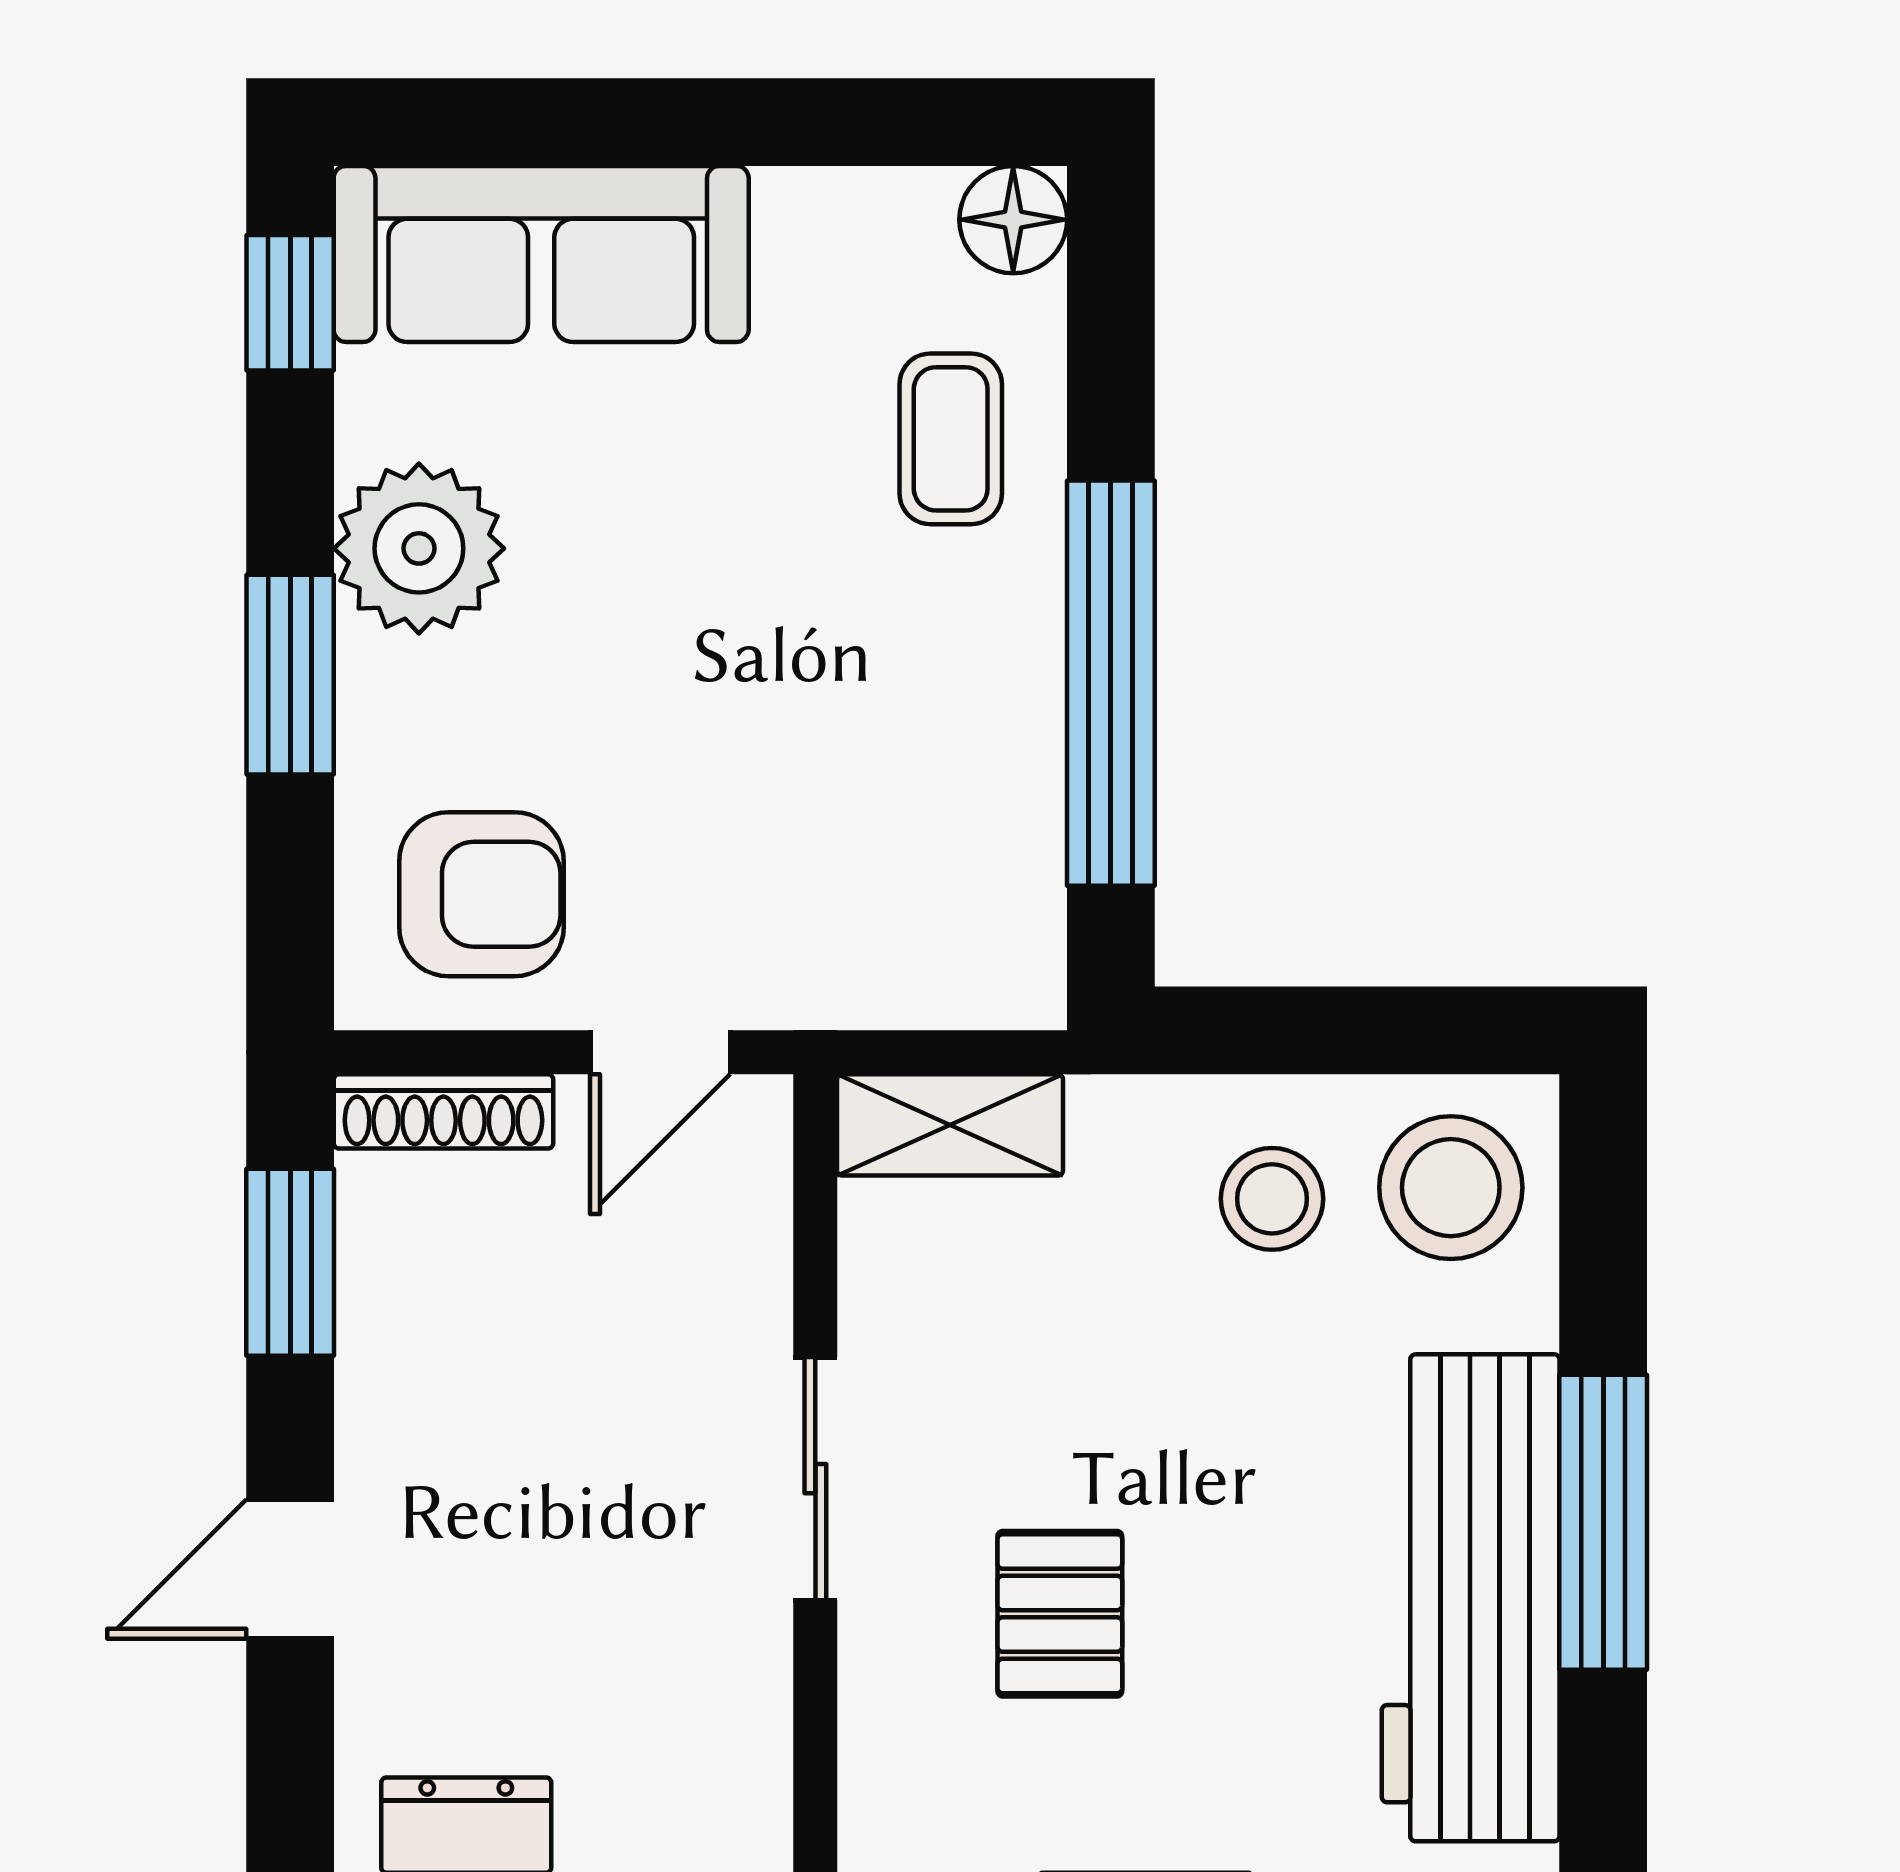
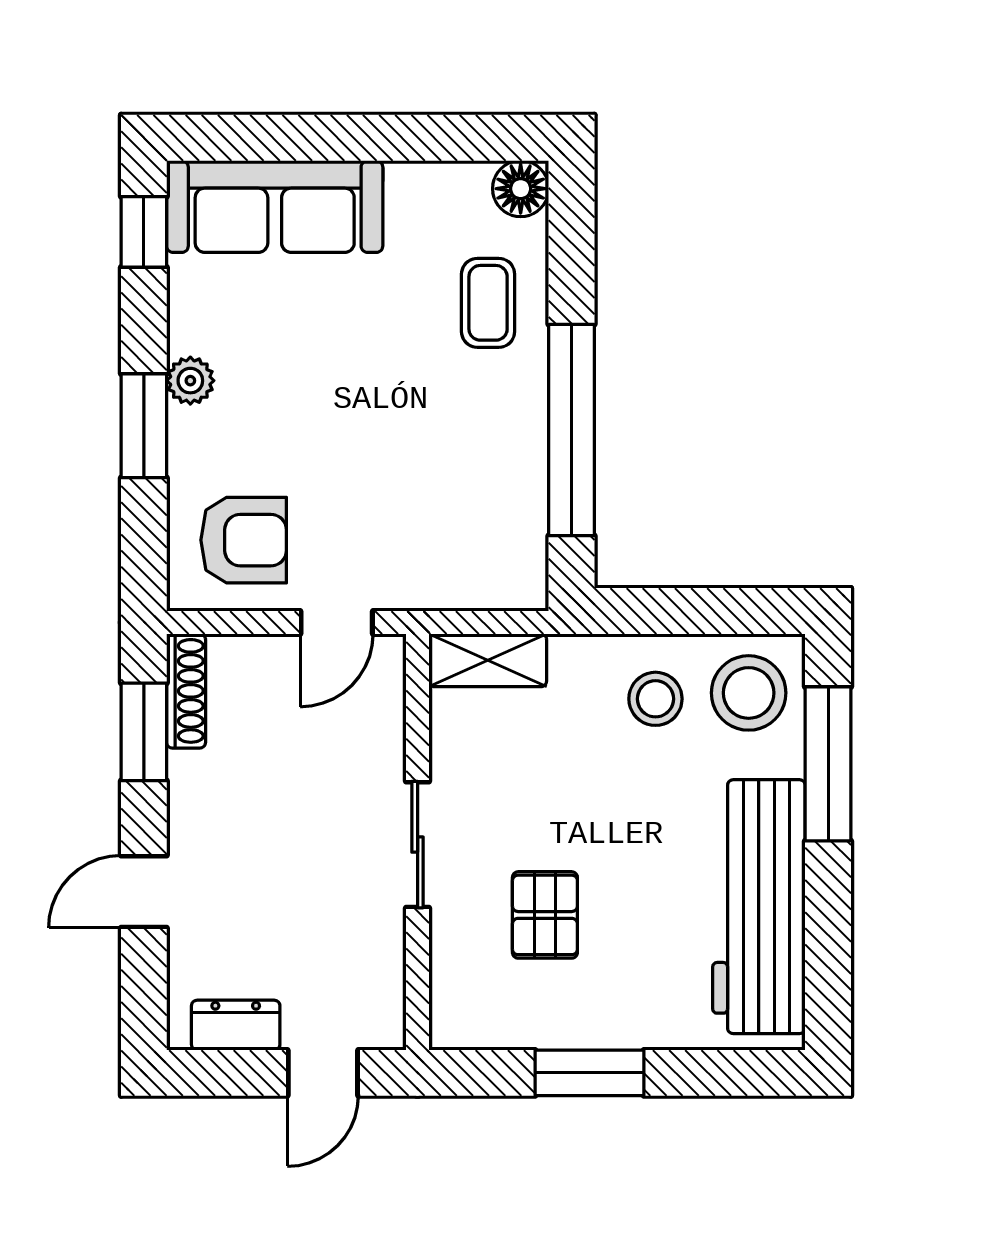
plant: (419, 548) -> (190, 381), width x0.53, depth x0.53
shoe rack: (443, 1111) -> (186, 691), moved, turned -90
window: (1603, 1522) -> (828, 764), moved

